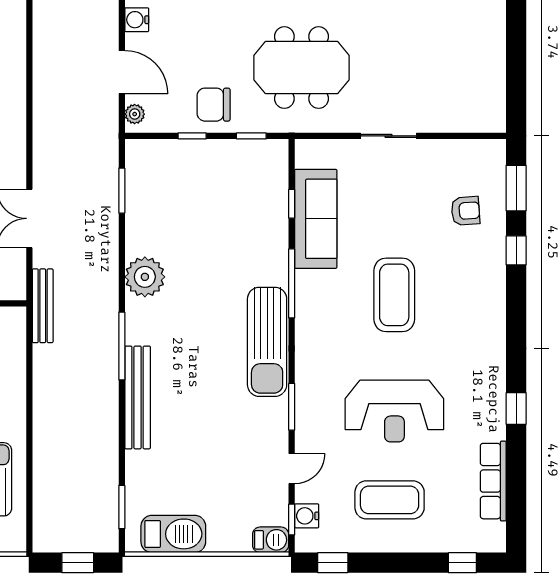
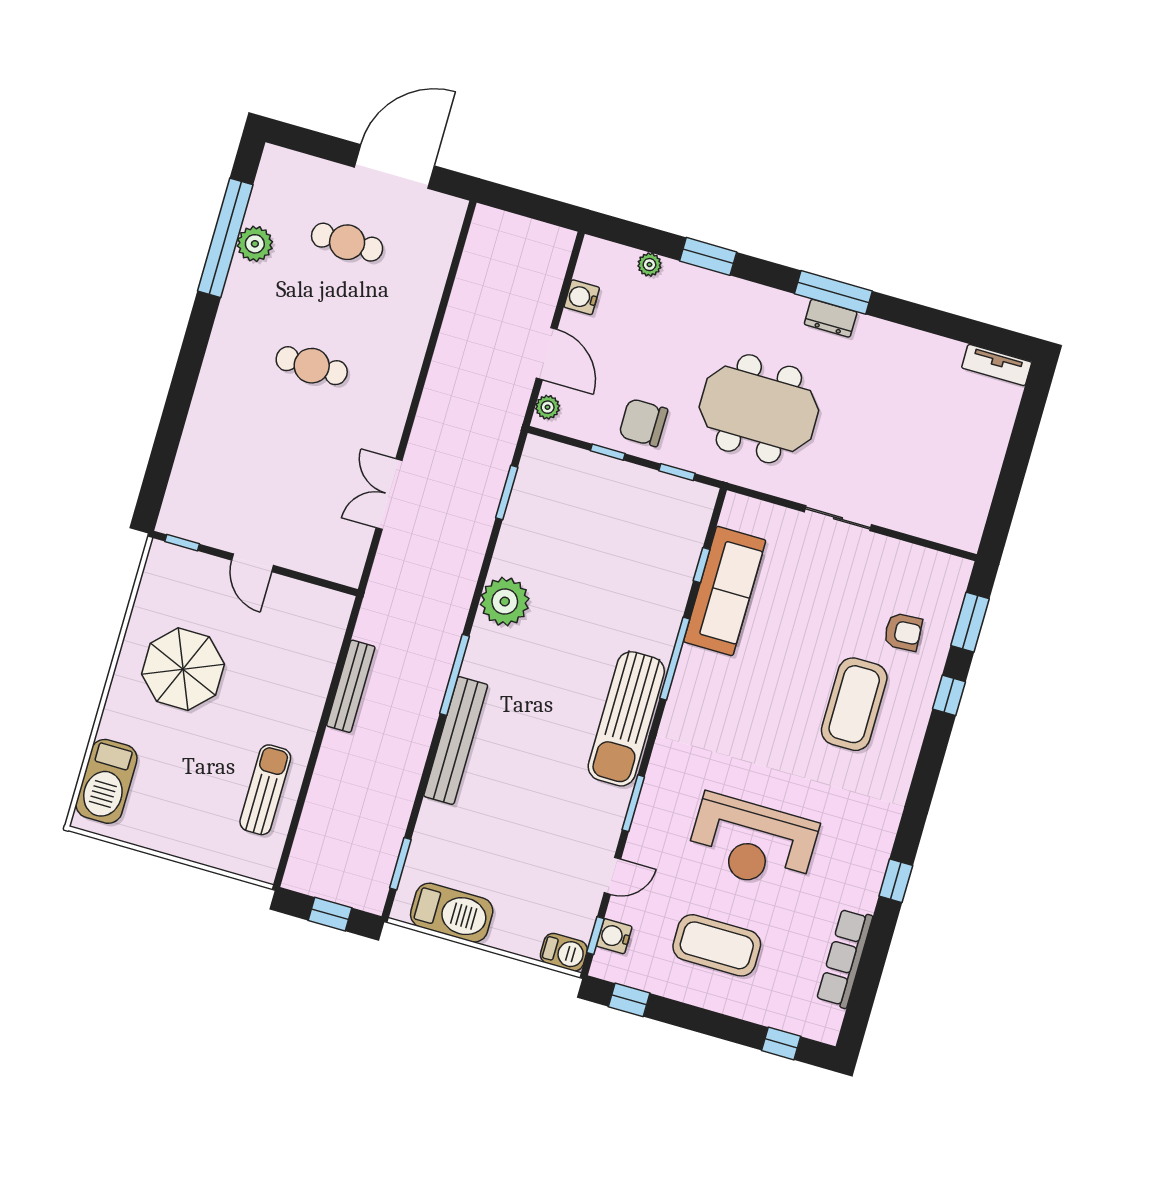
coffee table: (394, 295) -> (854, 704), moved
bench: (43, 306) -> (351, 686), moved

